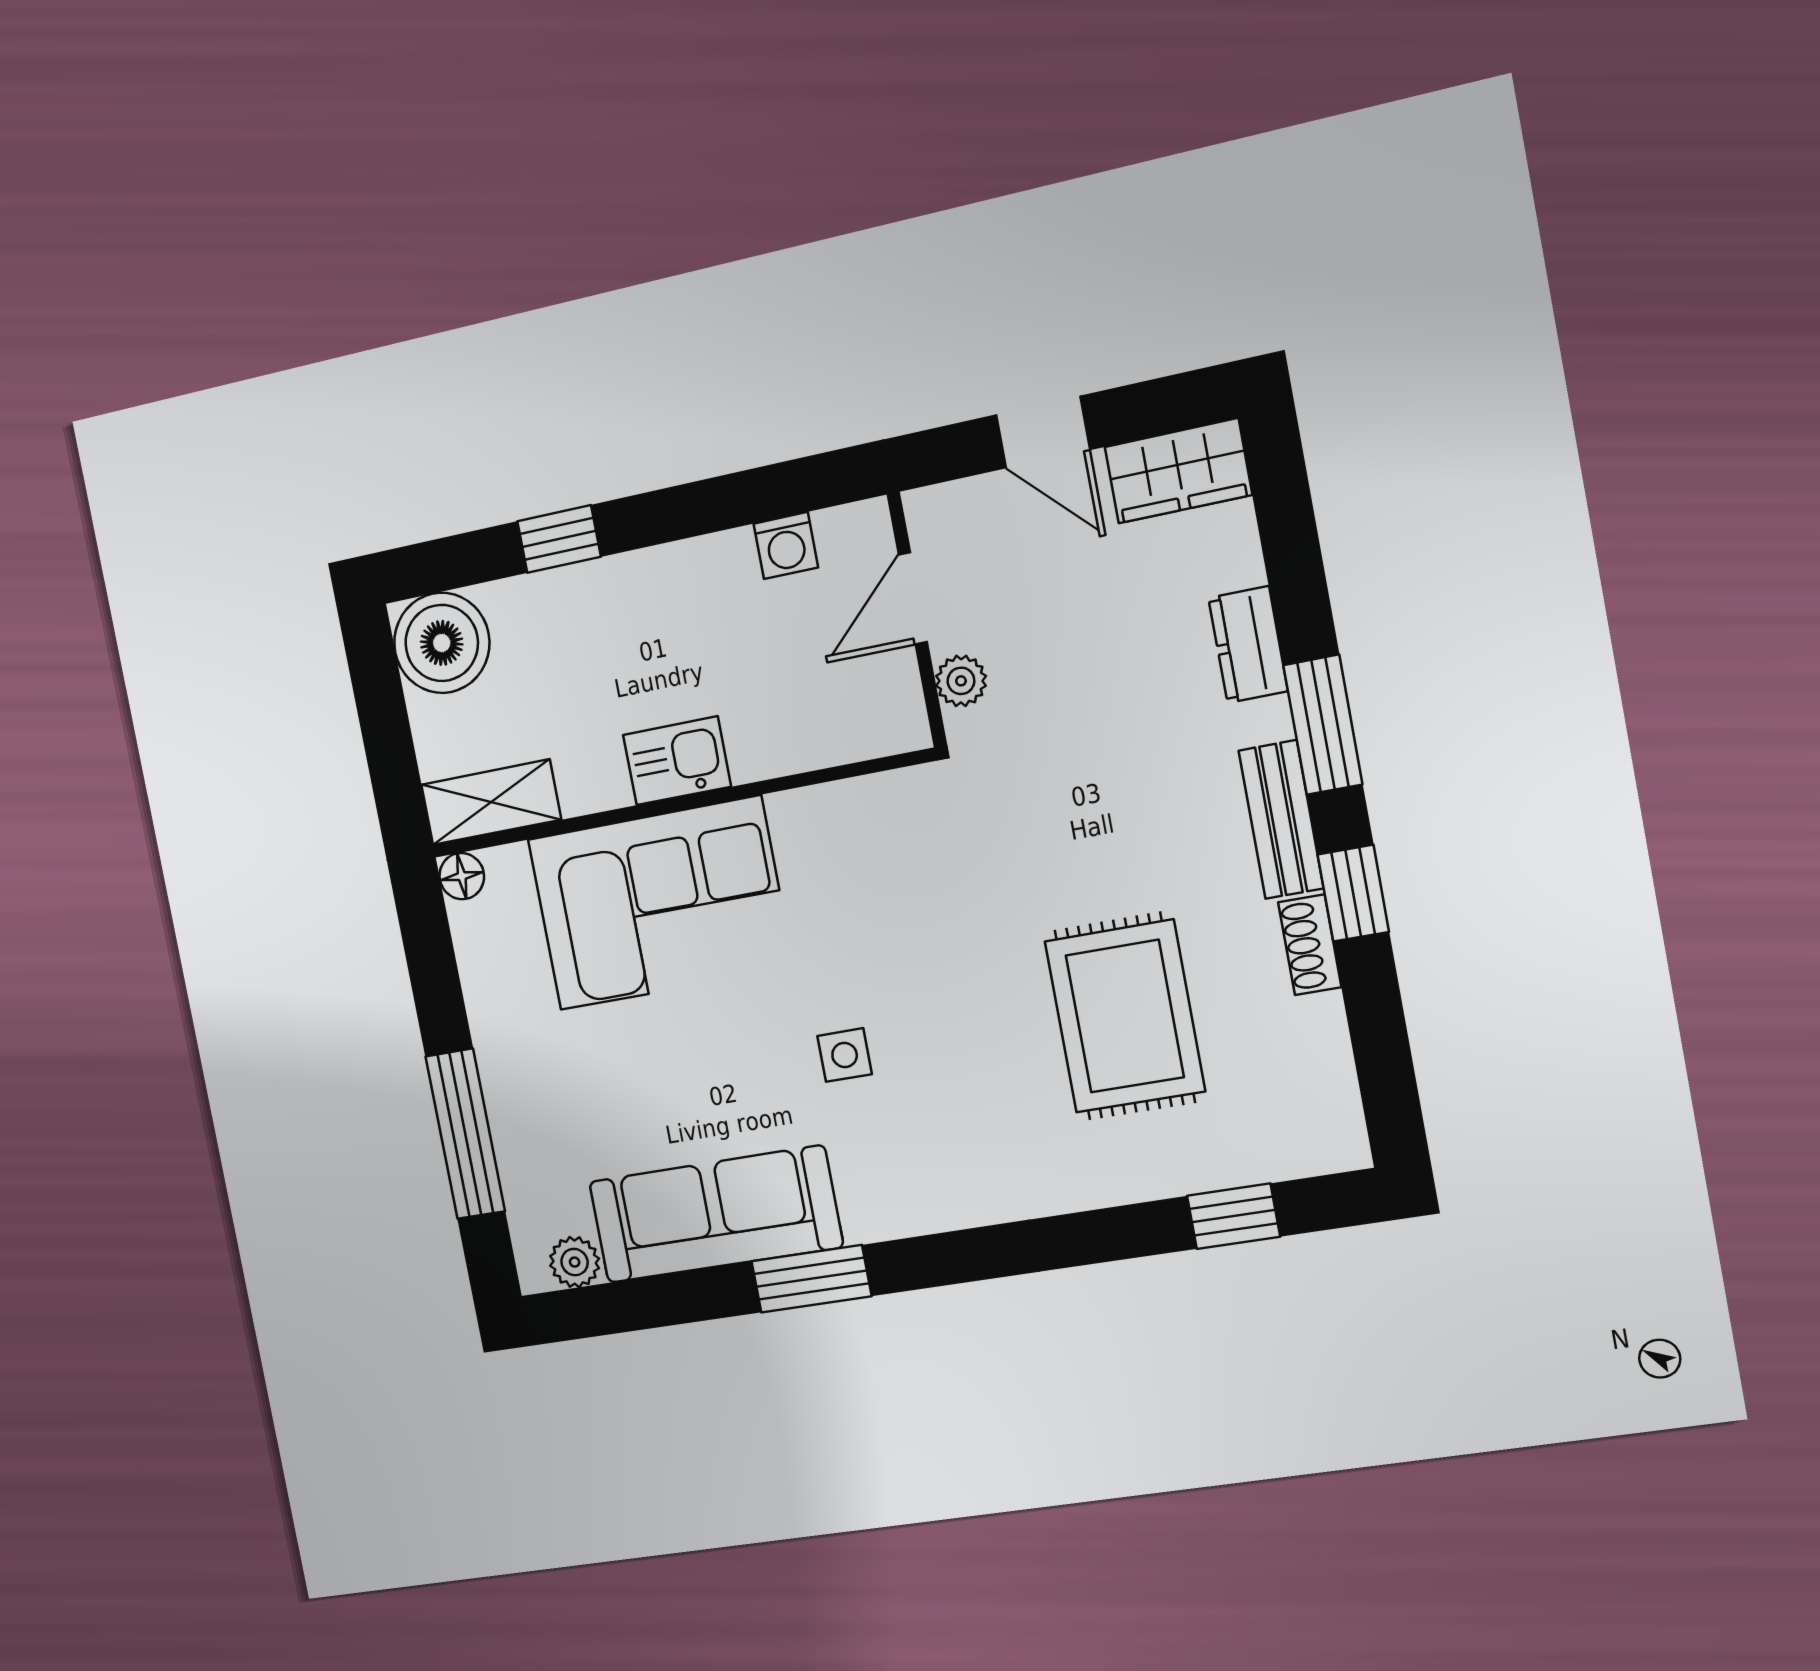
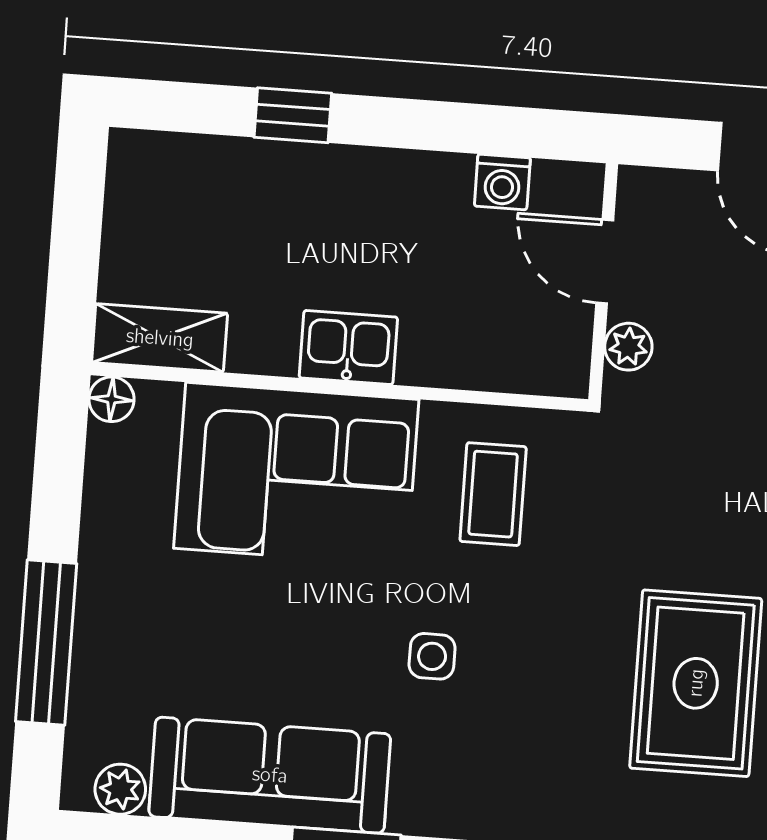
door: (913, 598) -> (605, 262), hinge flipped
boiler: (442, 643) -> (153, 178), removed
coffee table: (862, 872) -> (493, 494), added

